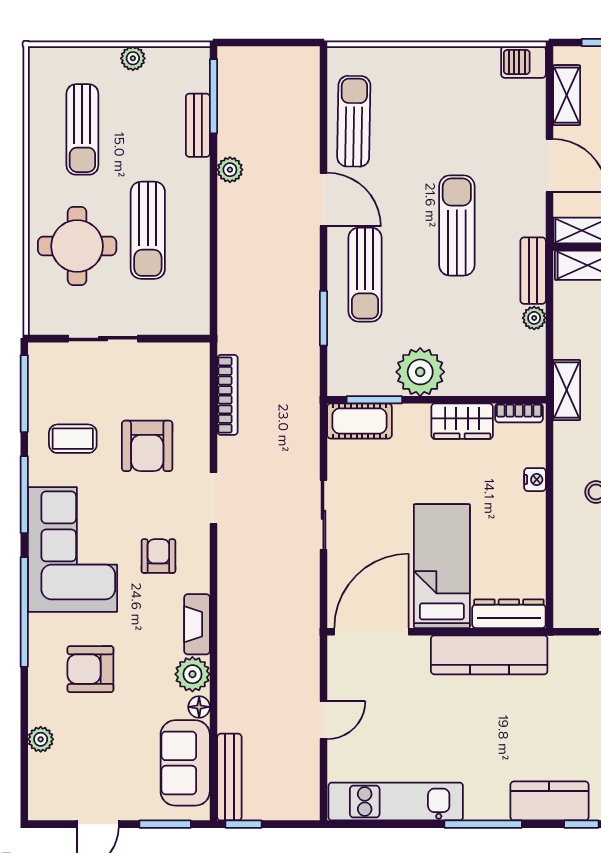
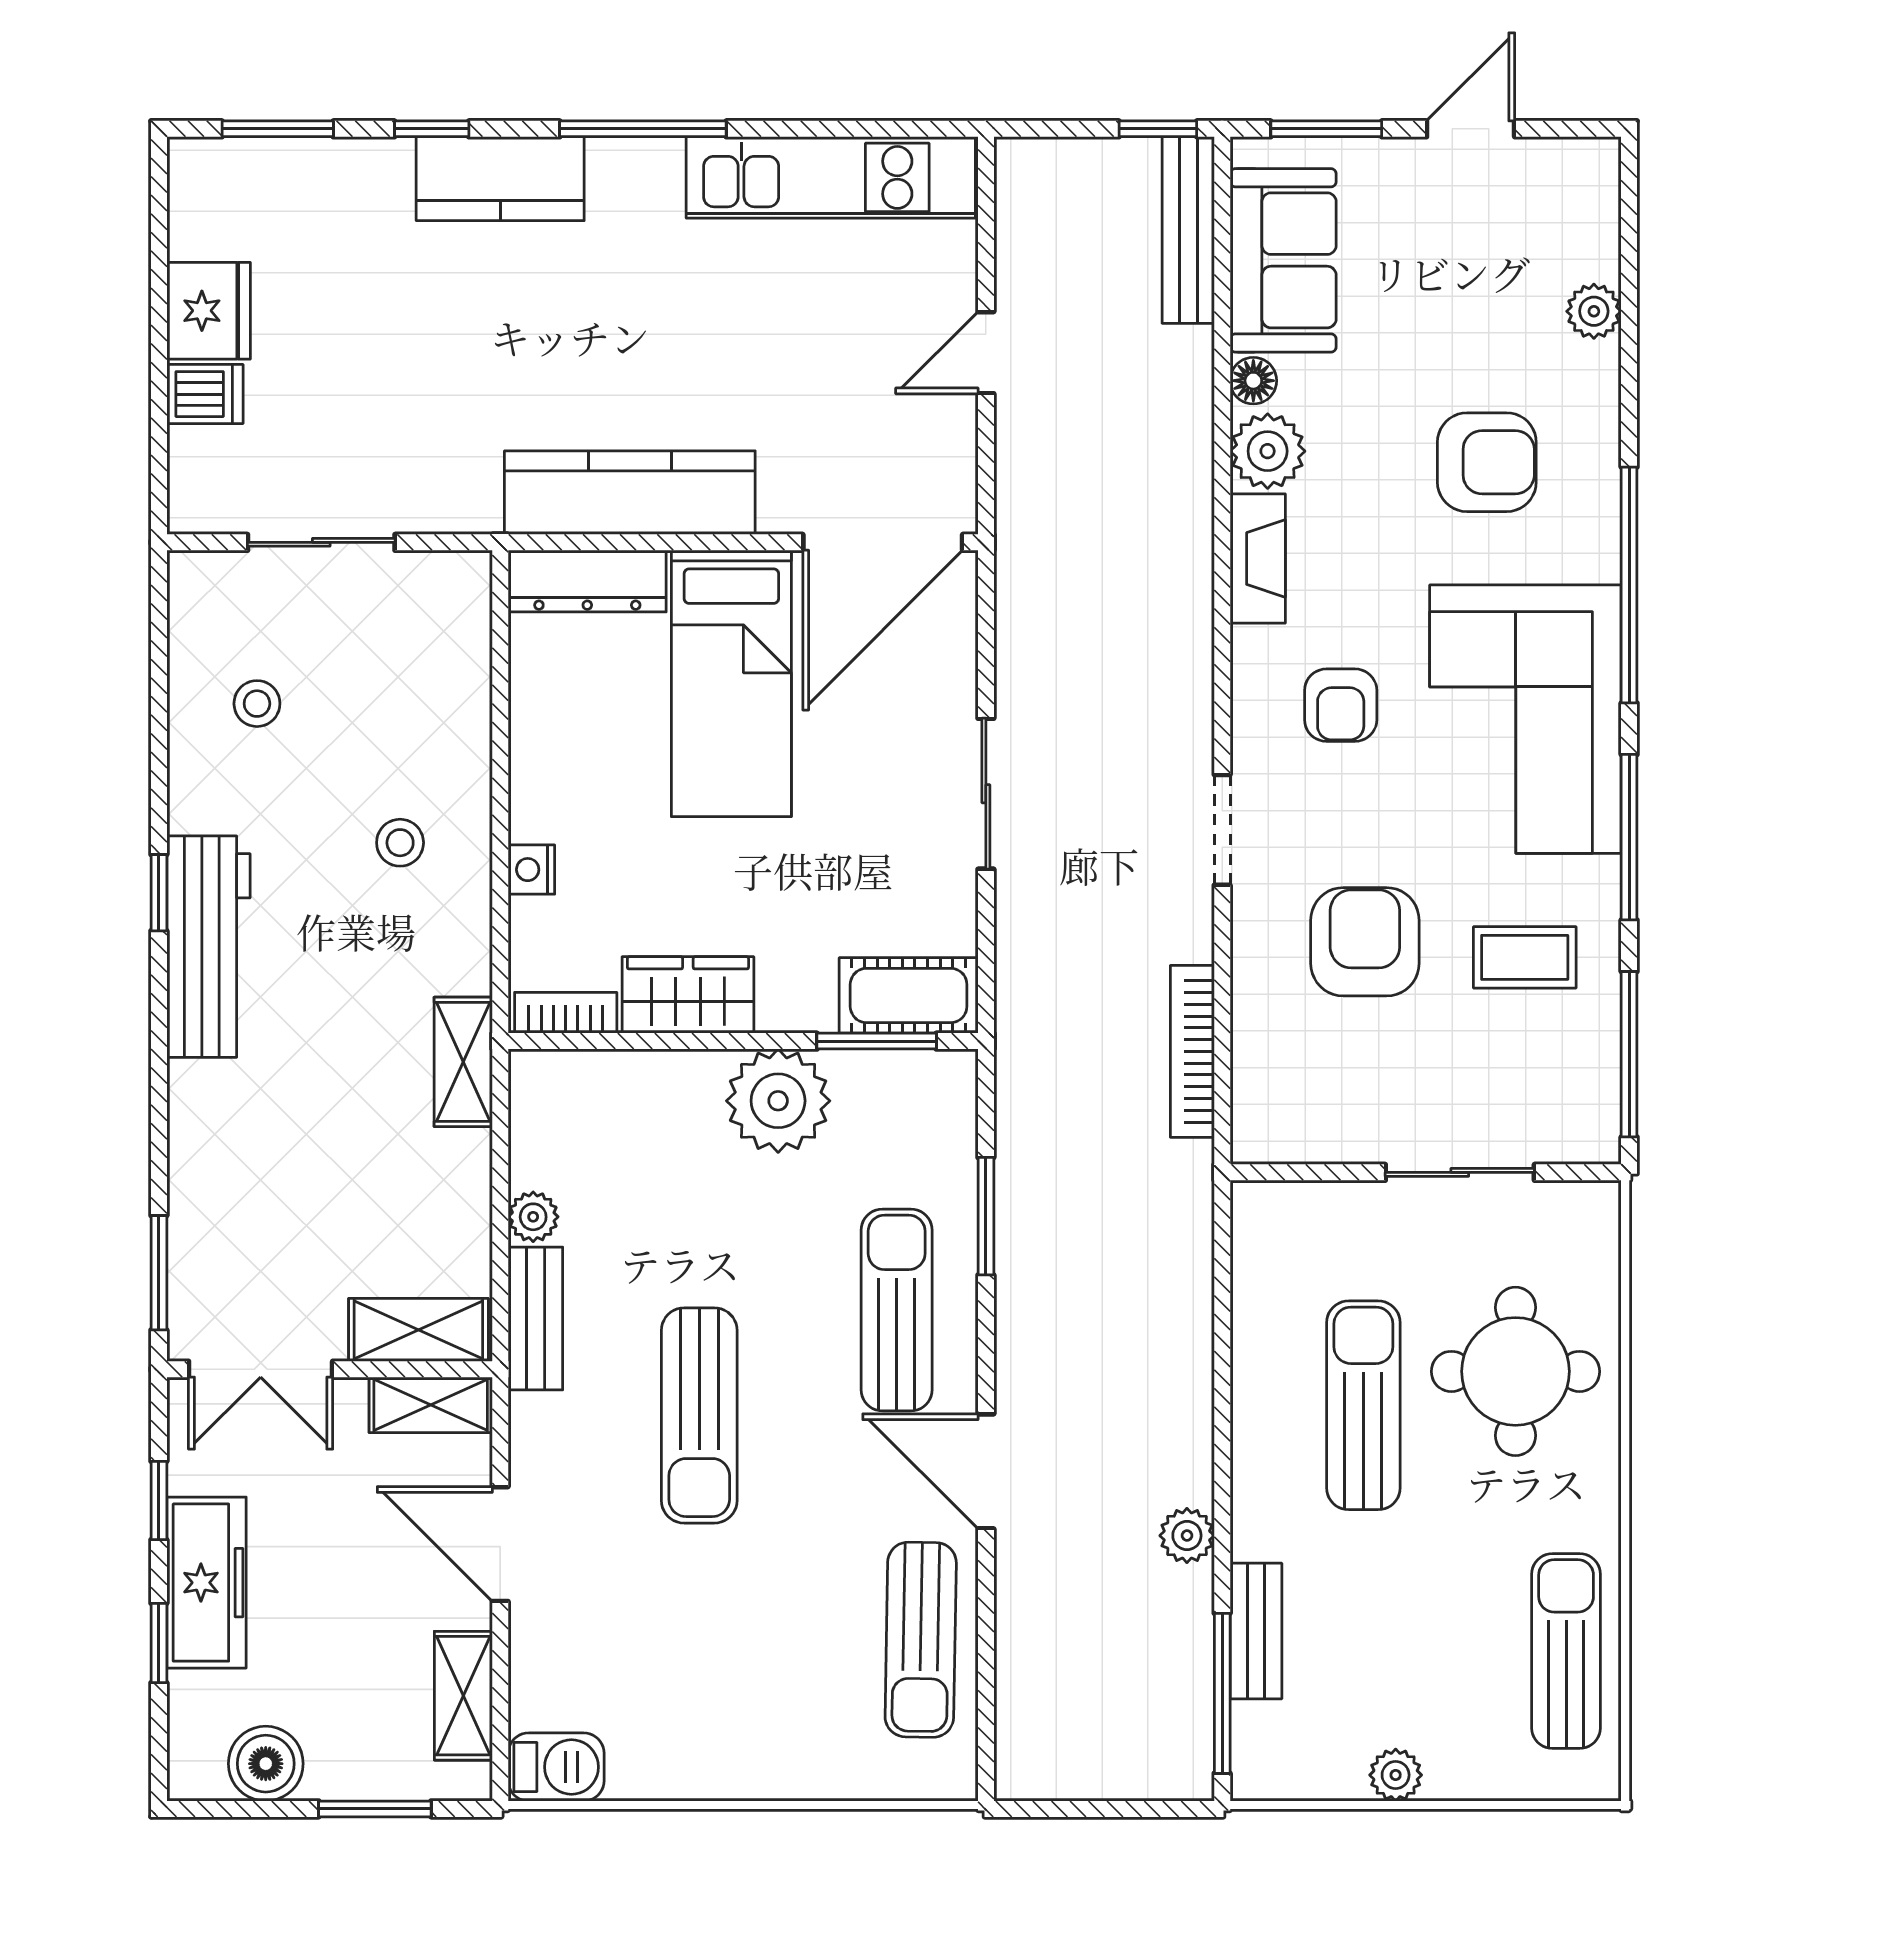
sun lounger: (82, 129) -> (1566, 1651), moved

